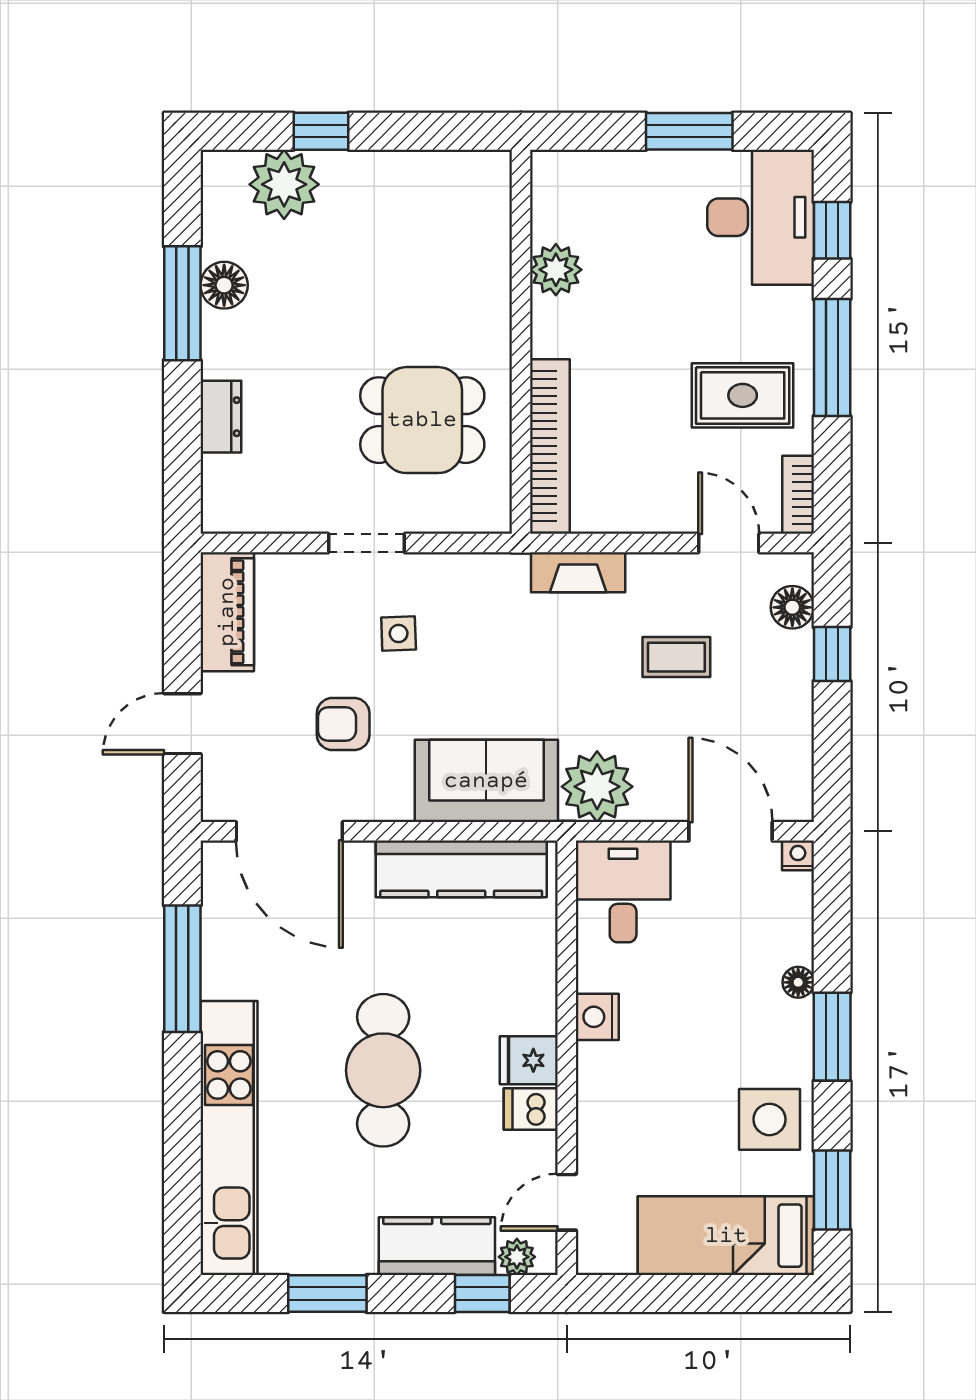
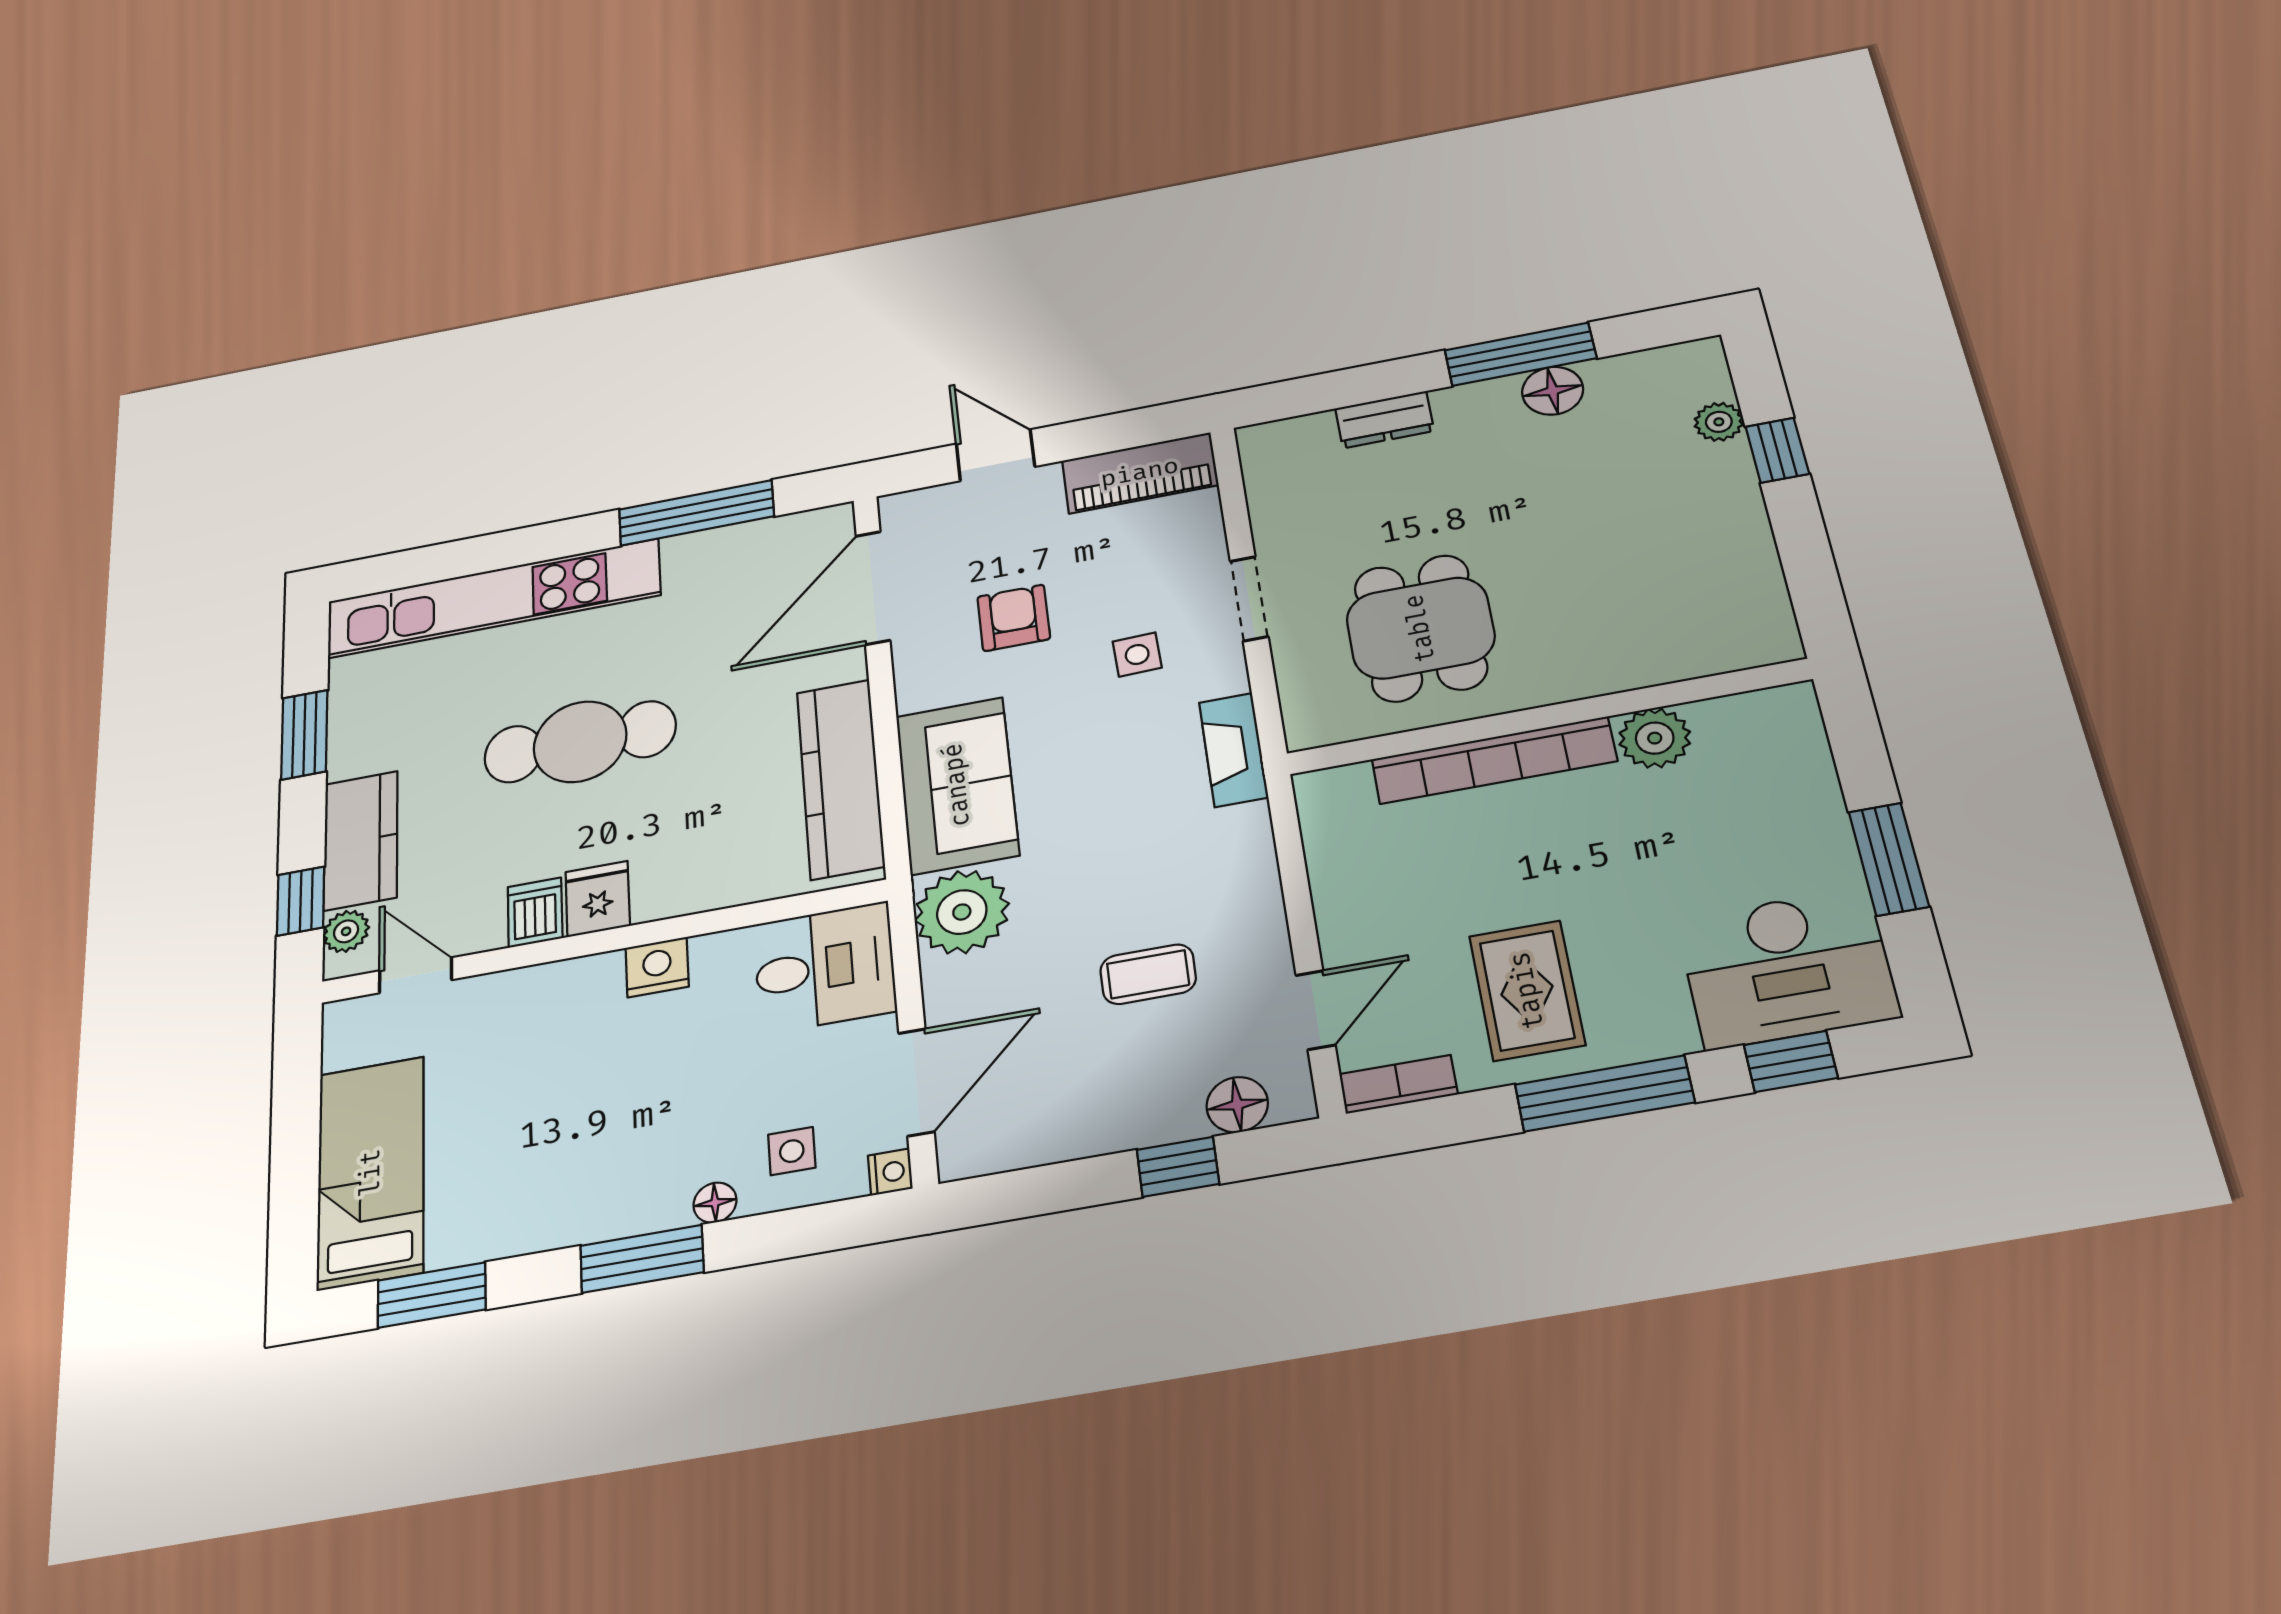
plant: (284, 184) -> (1719, 422), width x0.53, depth x0.53
bookcase: (550, 446) -> (1494, 760), moved
fireplace: (578, 572) -> (1233, 750), moved
coffee table: (676, 657) -> (1148, 974), turned 90
side table: (769, 1119) -> (792, 1151), moved, width x0.54, depth x0.54

